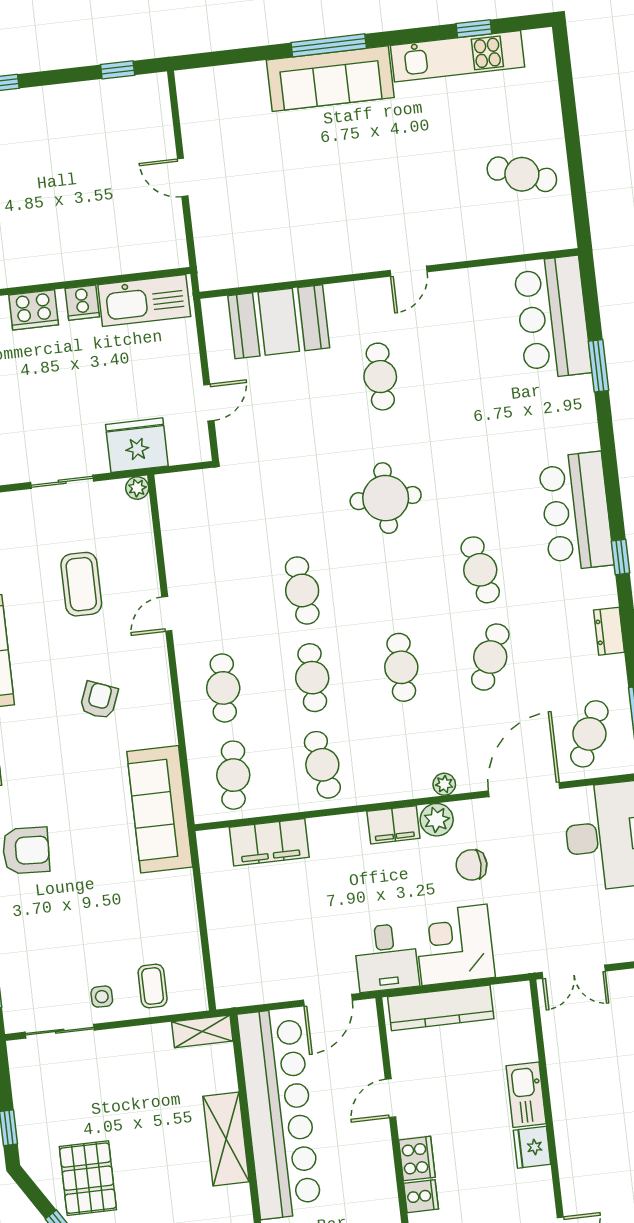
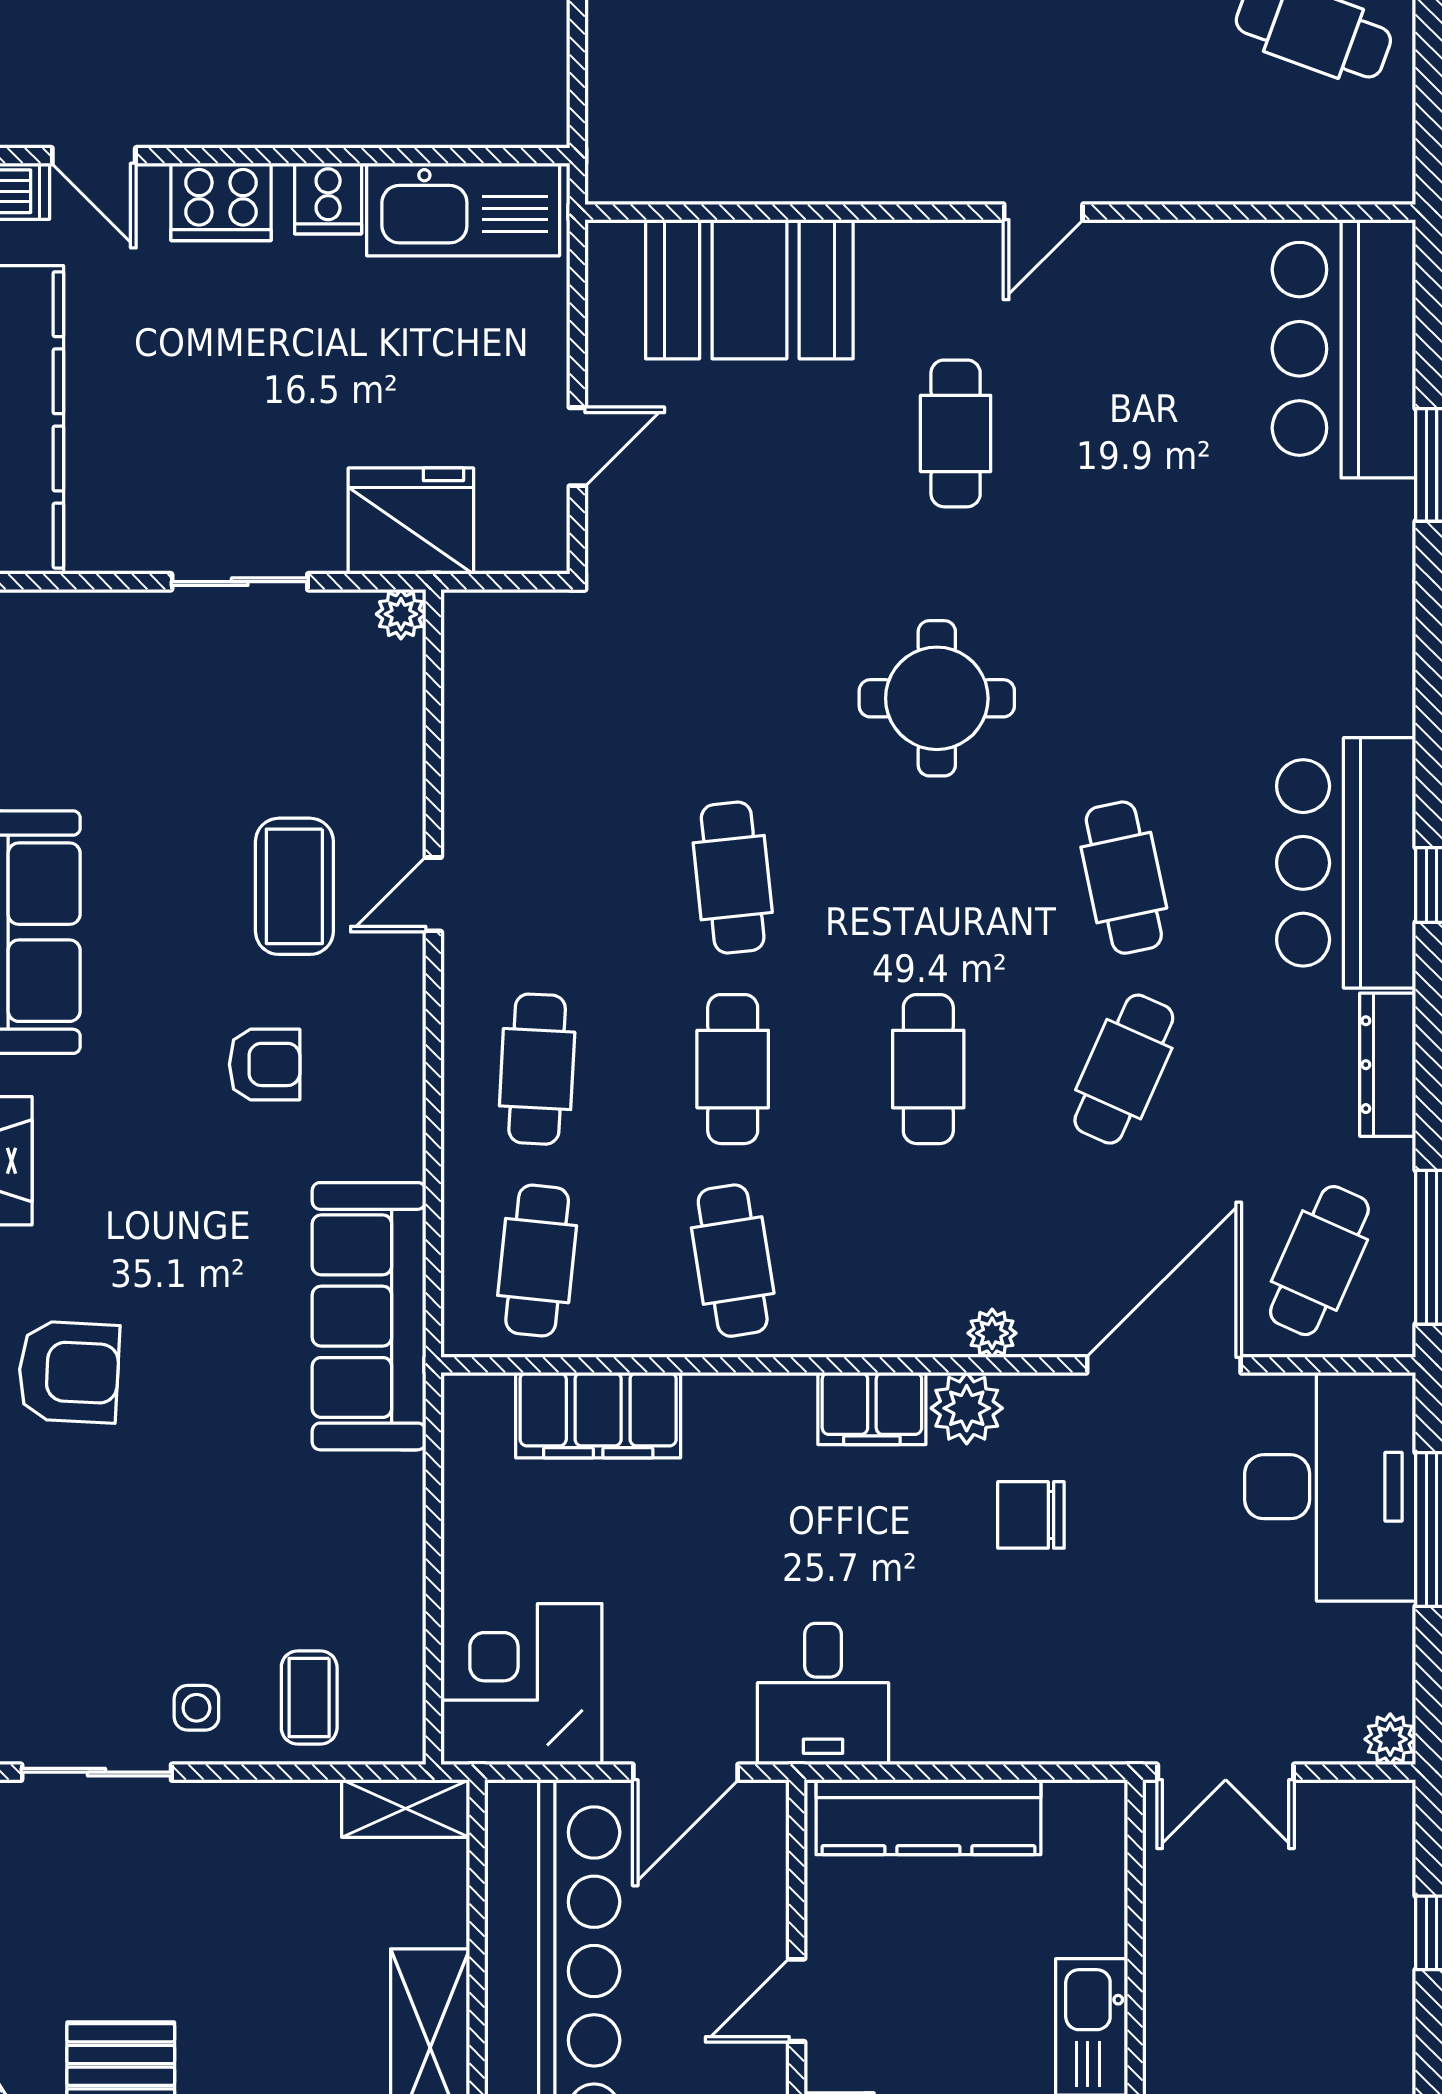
bar counter: (576, 511) -> (1346, 863), moved
coffee table: (81, 584) -> (294, 886), moved
dresser: (609, 631) -> (1388, 1065), width x1.44
armchair: (99, 700) -> (265, 1064), turned 69
corner desk: (455, 945) -> (521, 1684), moved

